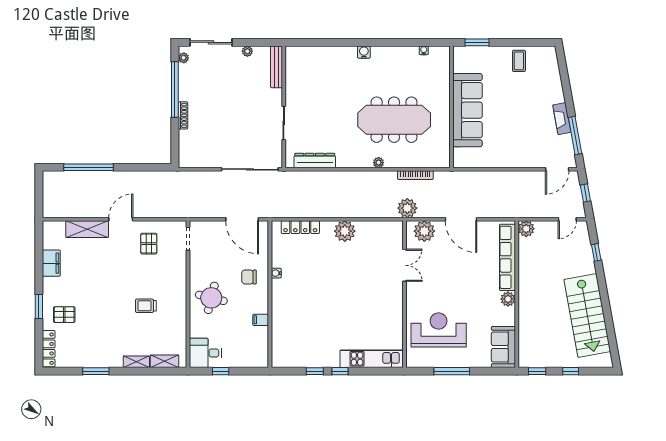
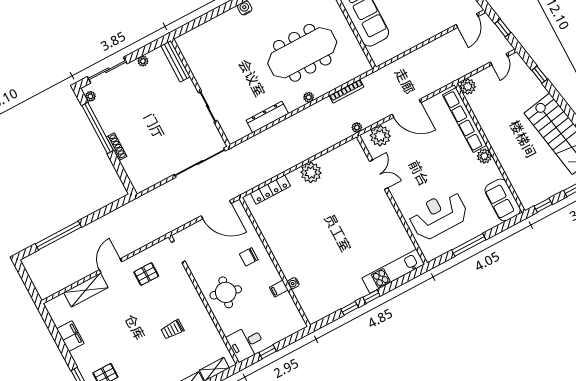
dresser: (315, 161) -> (267, 117), moved
plant: (407, 208) -> (357, 128), width x0.53, depth x0.53
pallet: (149, 244) -> (146, 274), turned 90
water cooler: (276, 273) -> (293, 283), moved

